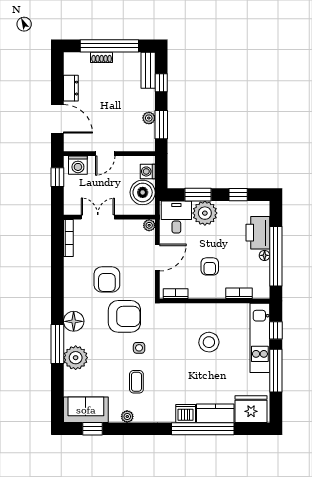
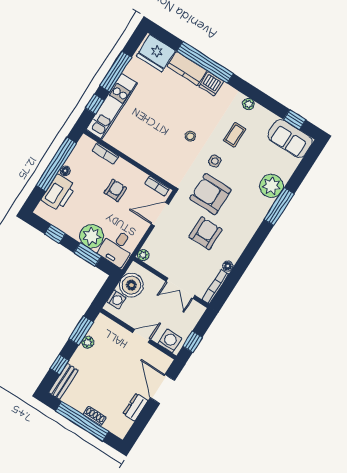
door: (157, 258) -> (160, 214), moved
floor lamp: (74, 321) -> (228, 266), moved, width x0.53, depth x0.53
stool: (209, 342) -> (190, 136), moved, width x0.53, depth x0.53
plant: (127, 416) -> (248, 104), moved

